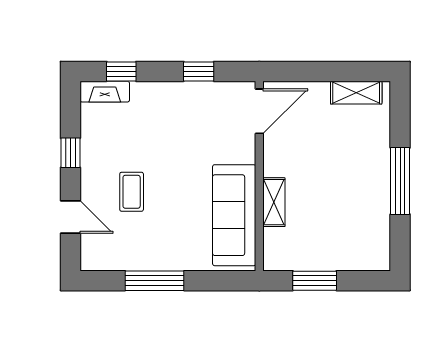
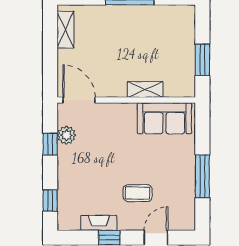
fireplace: (105, 92) -> (99, 223), moved, turned -90
plant: (211, 94) -> (66, 135), added
sofa: (234, 215) -> (164, 118), width x0.73

